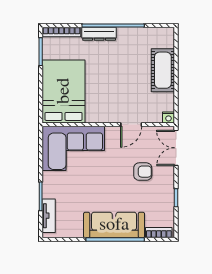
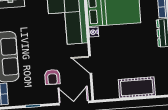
nightstand: (169, 118) -> (94, 32), moved

